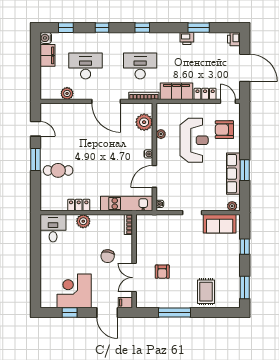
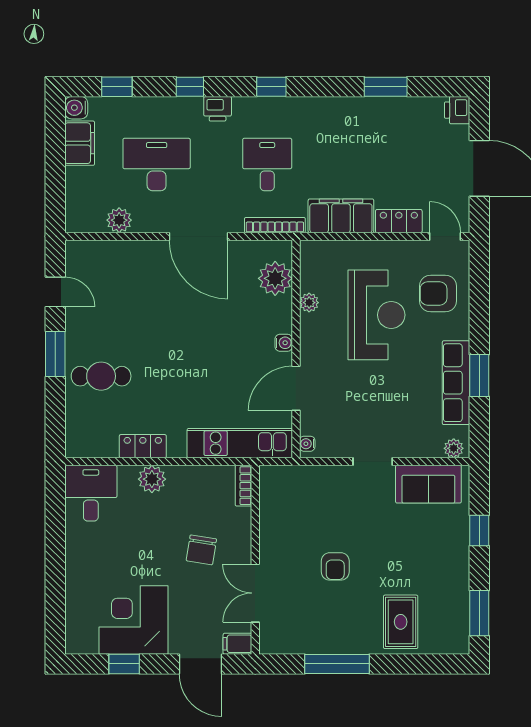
printer: (187, 38) -> (218, 109), moved
desk: (140, 66) -> (267, 165), width x0.73
armchair: (162, 272) -> (335, 566), moved

